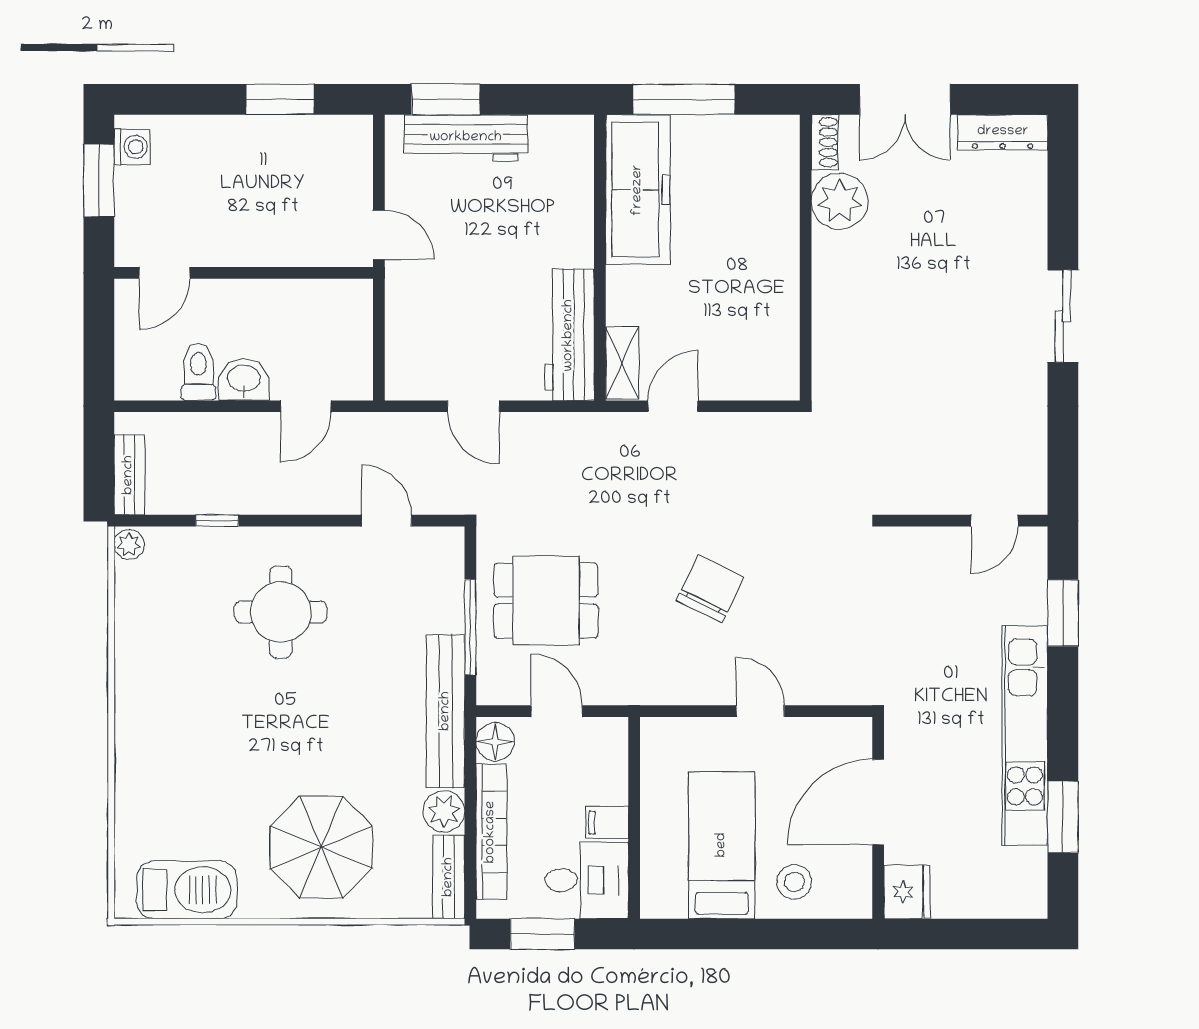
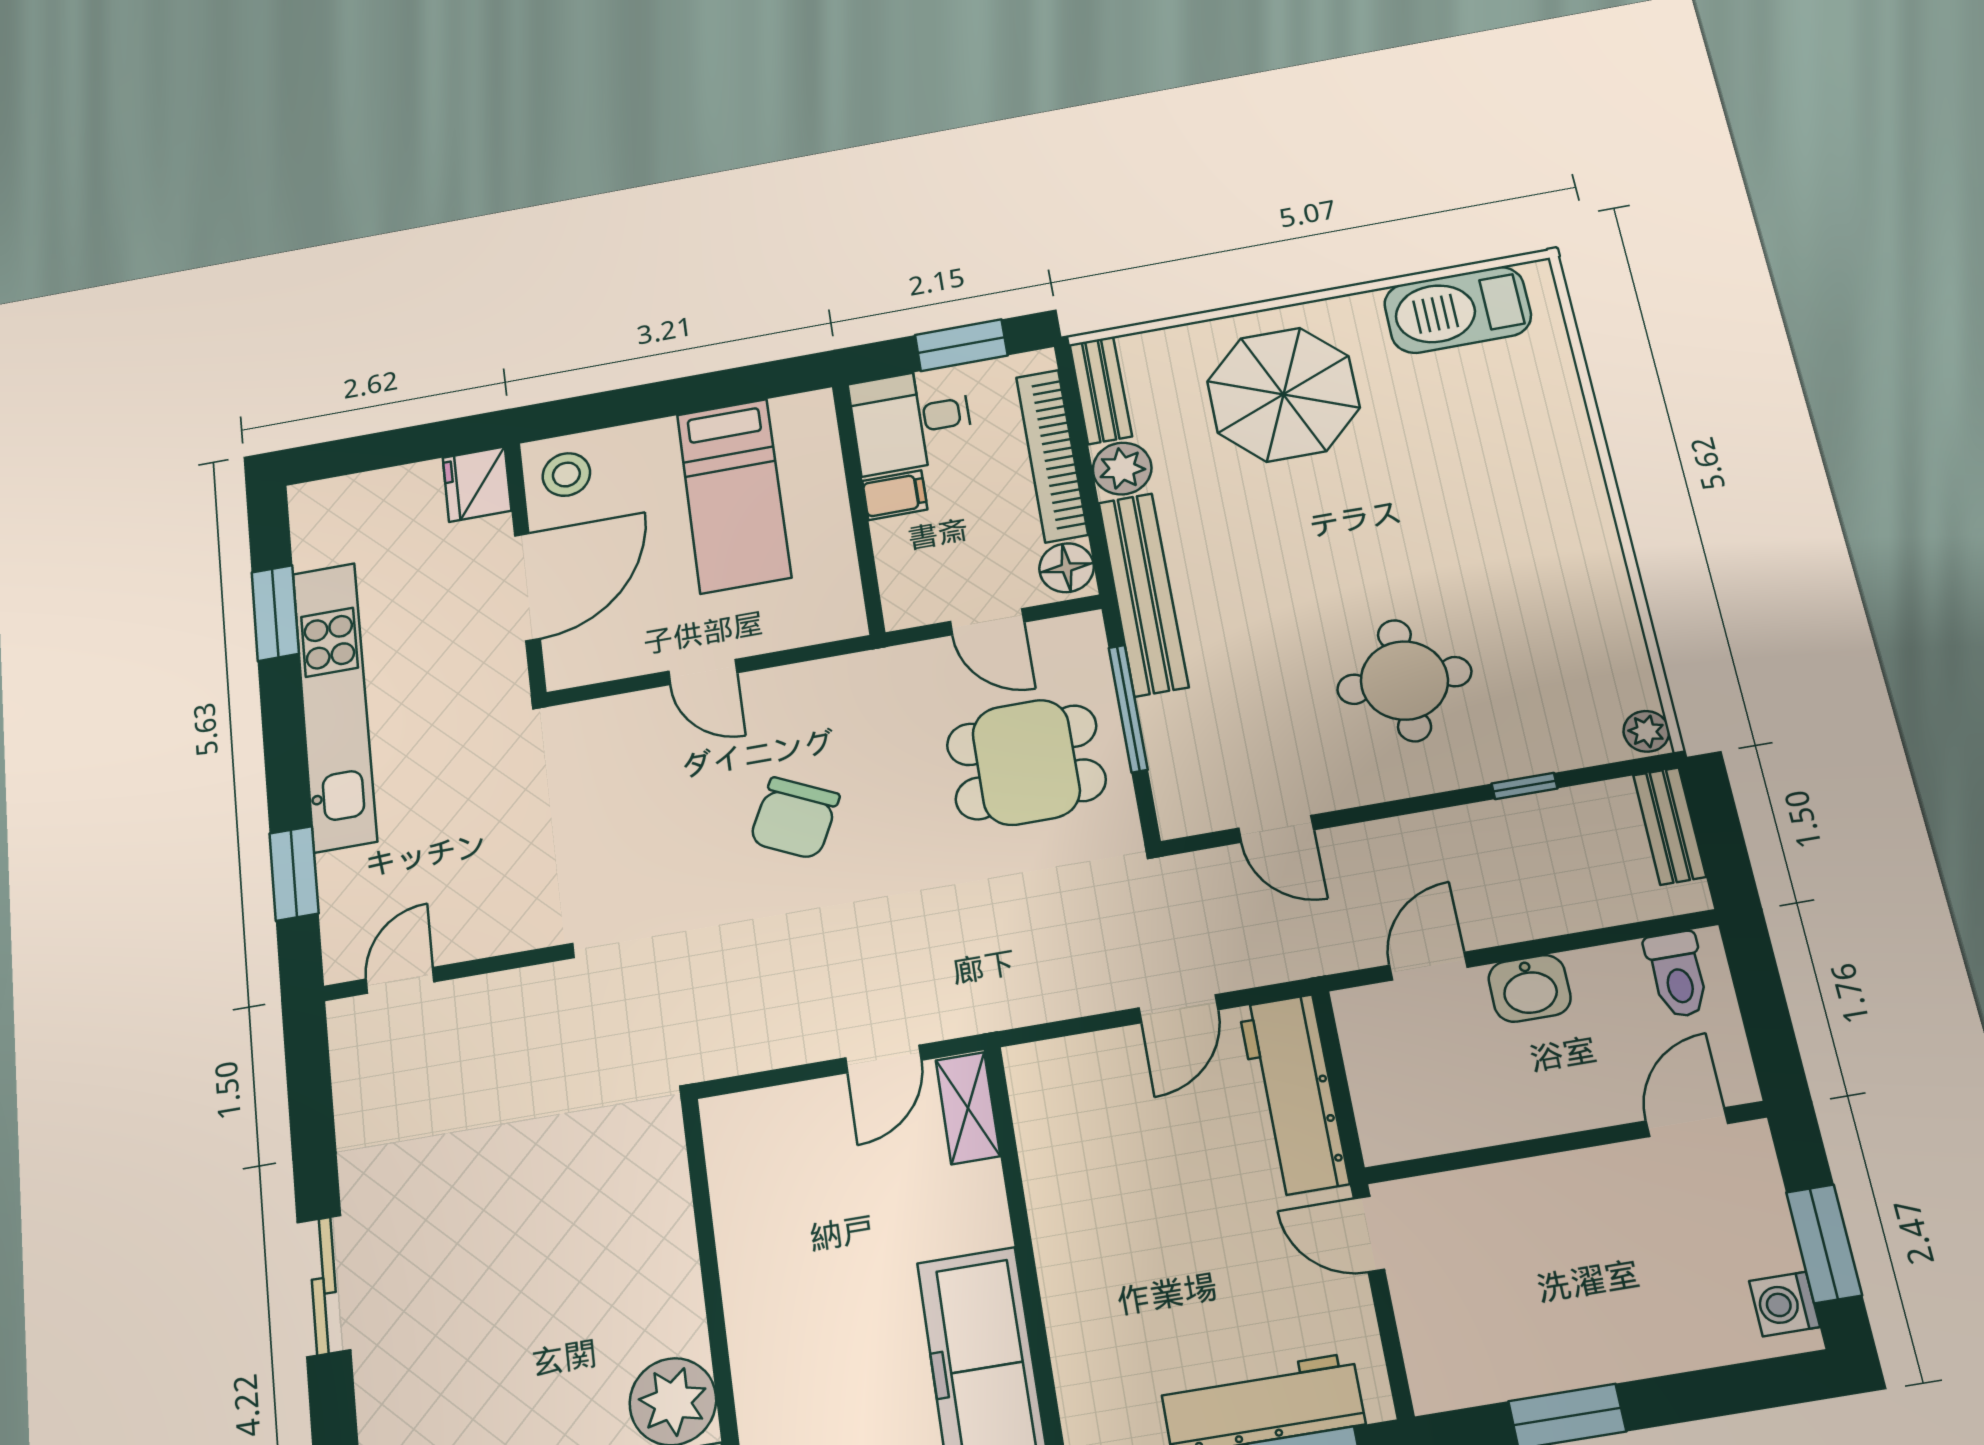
workbench: (569, 335) -> (1293, 1095), moved, turned 180
toilet: (198, 372) -> (1677, 974), moved
door: (473, 406) -> (1178, 1009), swing flipped
stool: (794, 882) -> (566, 474), moved

